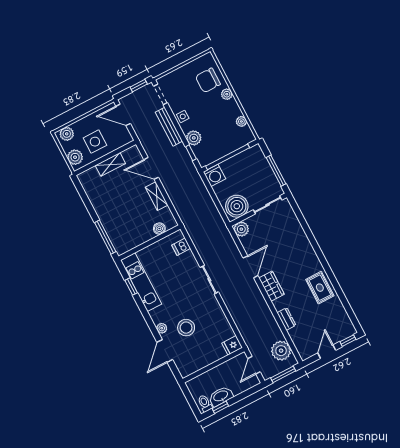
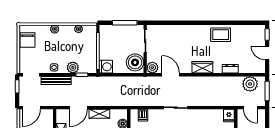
chair: (208, 80) -> (27, 40), moved
door: (251, 267) -> (171, 75), moved

